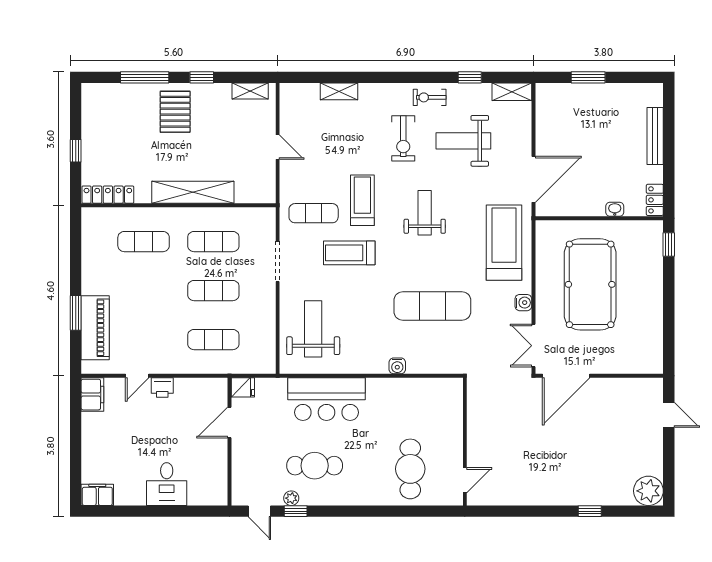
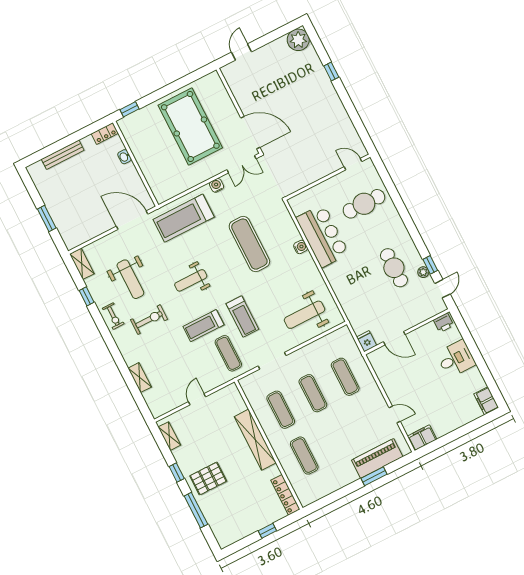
pool table: (590, 284) -> (190, 126), moved, turned 90
printer: (162, 388) -> (444, 323), moved, turned 90
bar counter: (327, 399) -> (322, 236), moved

